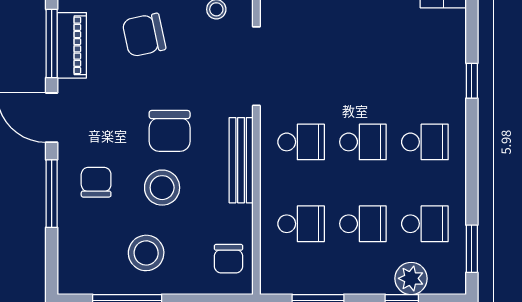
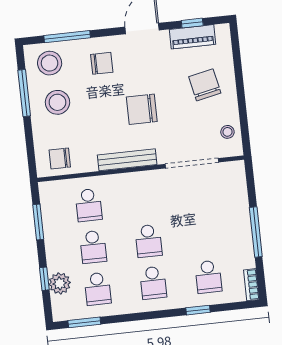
window: (52, 44) -> (192, 23), width x0.46
school desk: (301, 142) -> (208, 277), moved
stool: (162, 188) -> (50, 63), moved
window: (52, 194) -> (67, 37), moved

